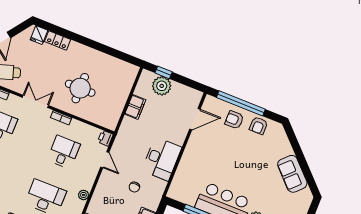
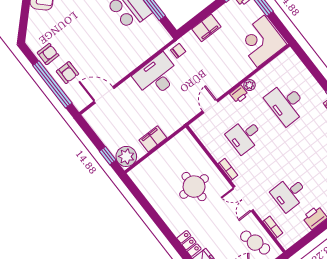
plant: (162, 86) -> (126, 156), moved
printer: (105, 138) -> (239, 94), moved
chair: (134, 187) -> (178, 51), moved

